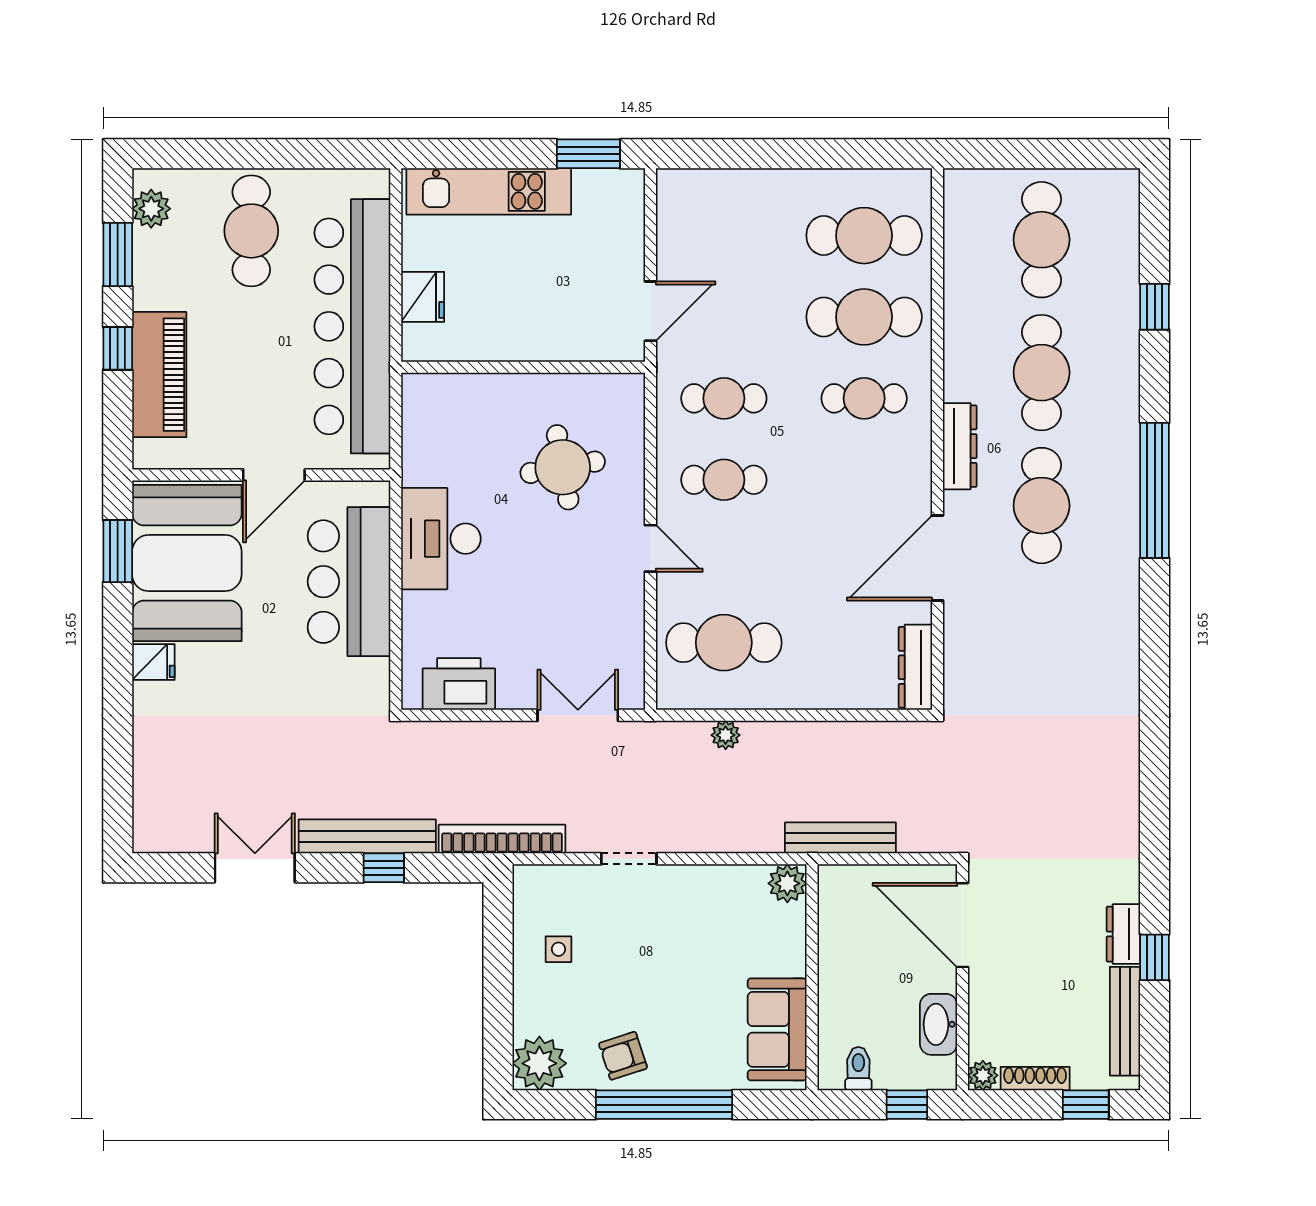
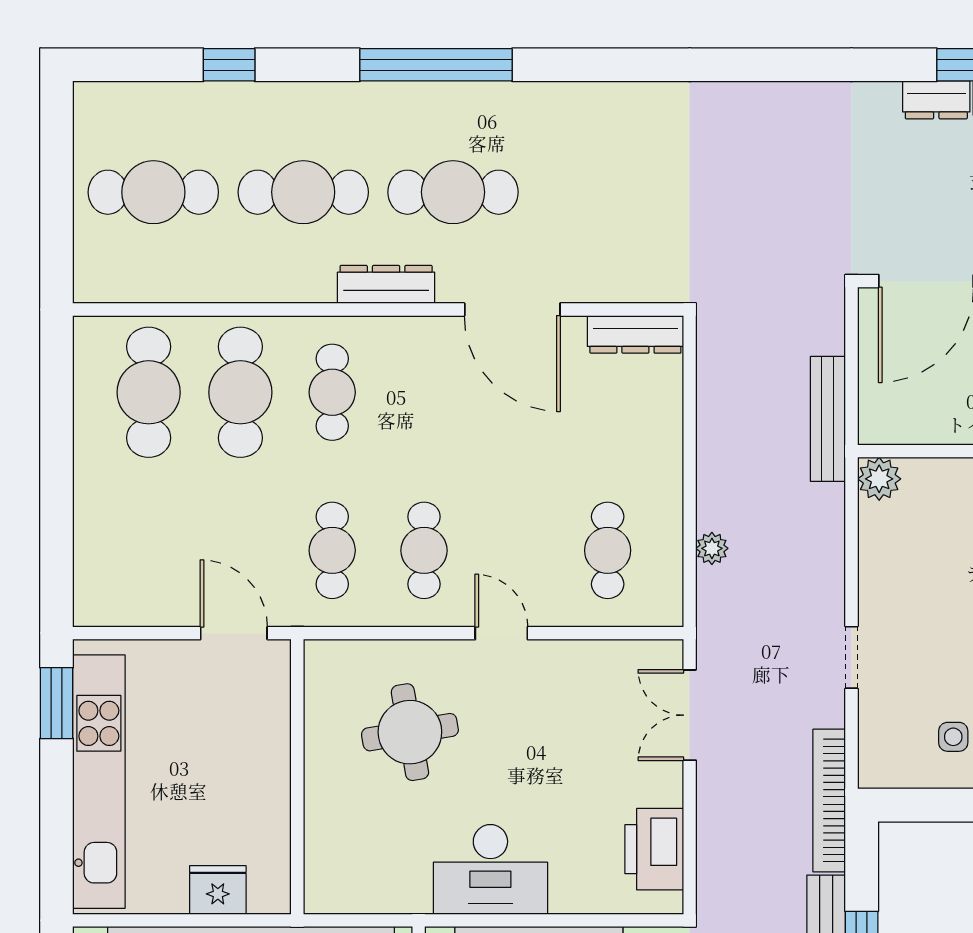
kitchen unit: (489, 191) -> (99, 782), width x1.36
door: (650, 548) -> (501, 633), hinge flipped
cafe table: (724, 643) -> (608, 550), width x0.73, depth x0.74

